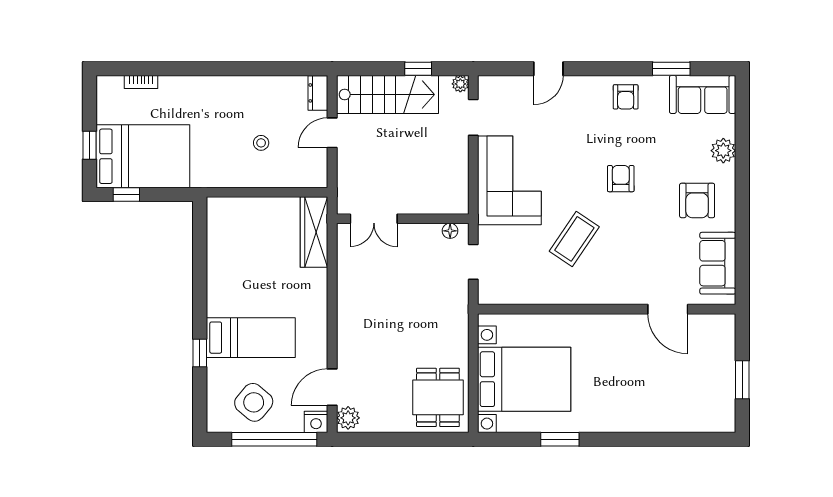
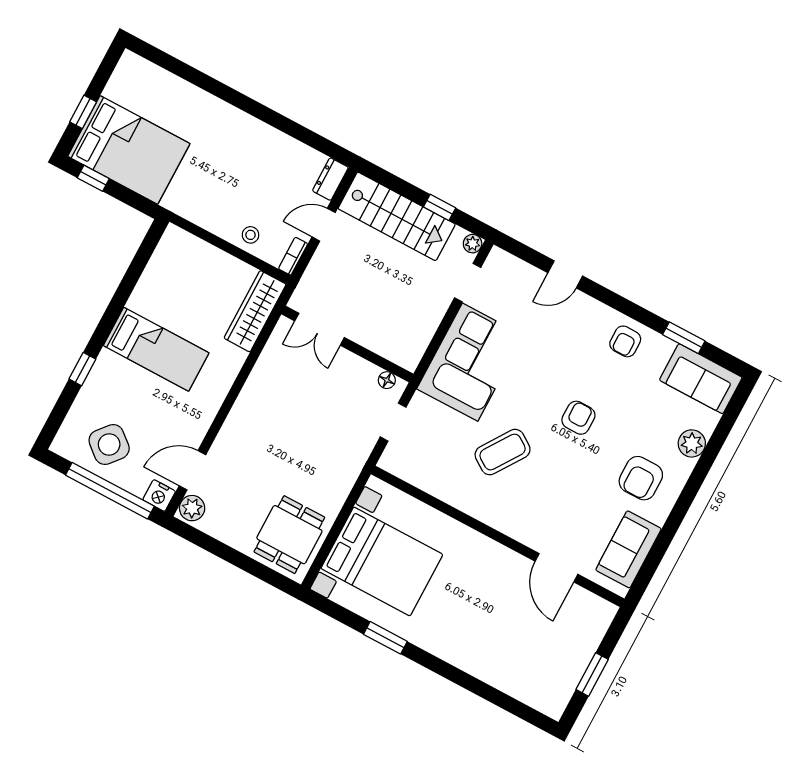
bookcase: (141, 82) -> (293, 256), moved, turned 90
stool: (261, 143) -> (251, 235), moved
bed: (251, 338) -> (156, 349), moved

